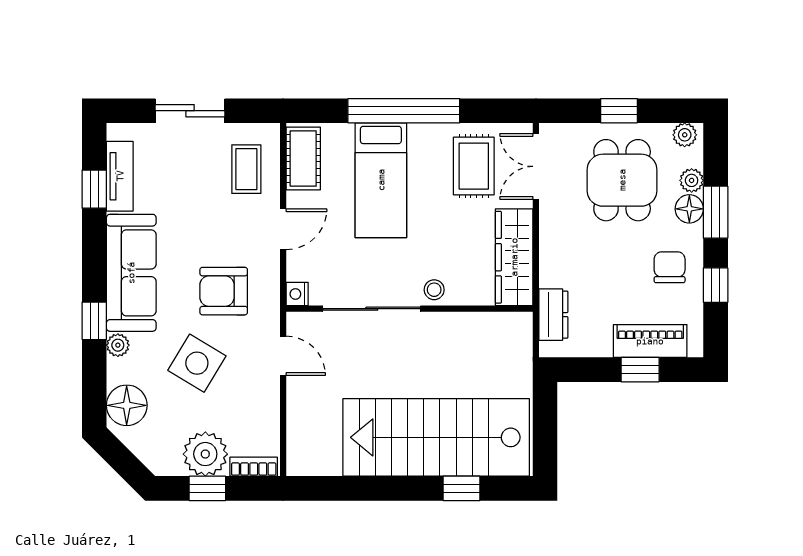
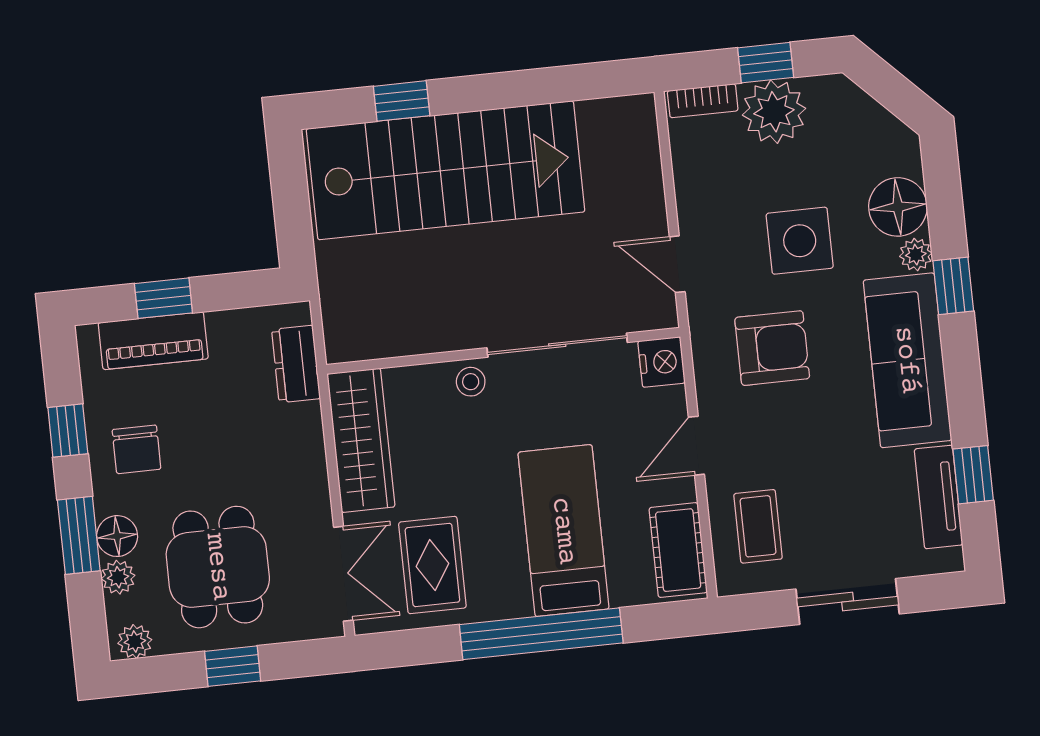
nightstand: (297, 294) -> (662, 362), width x1.39, depth x1.35
side table: (197, 363) -> (800, 241), turned -31
floor lamp: (127, 405) -> (898, 207), moved

